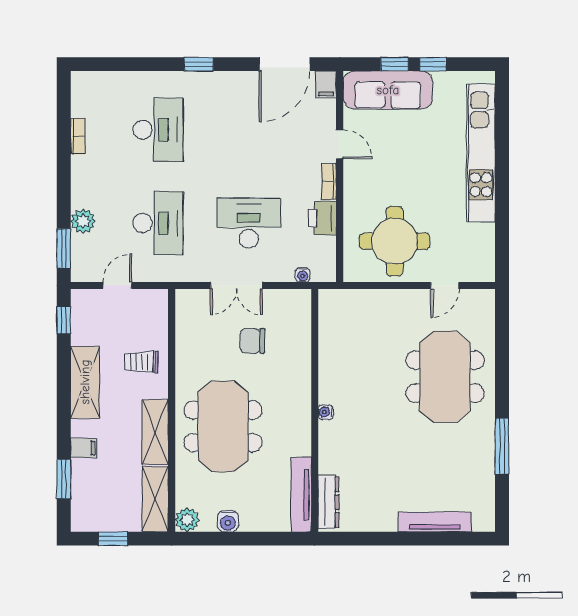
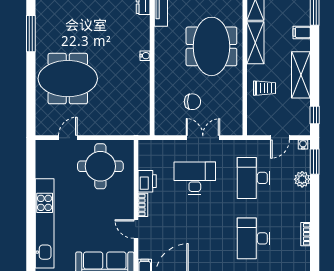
desk: (249, 223) -> (195, 178), turned 180
water cooler: (303, 275) -> (303, 145), moved
meeting table: (445, 377) -> (68, 79), turned 90

